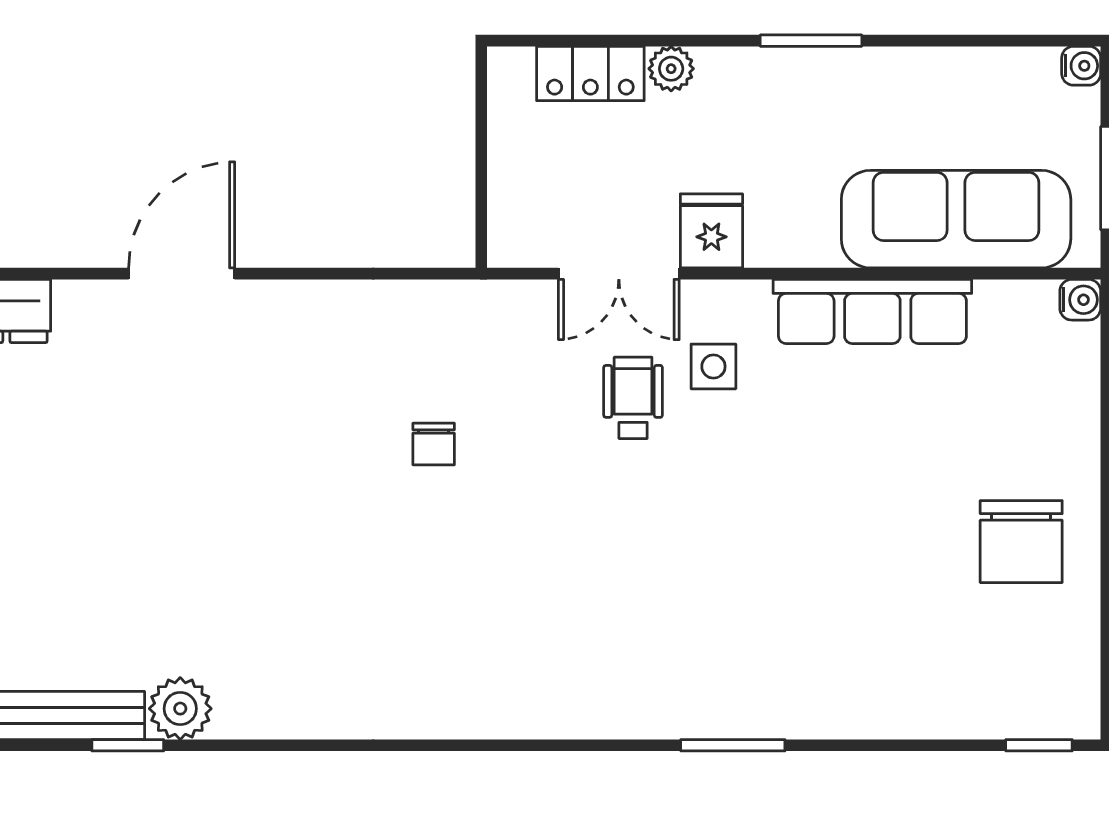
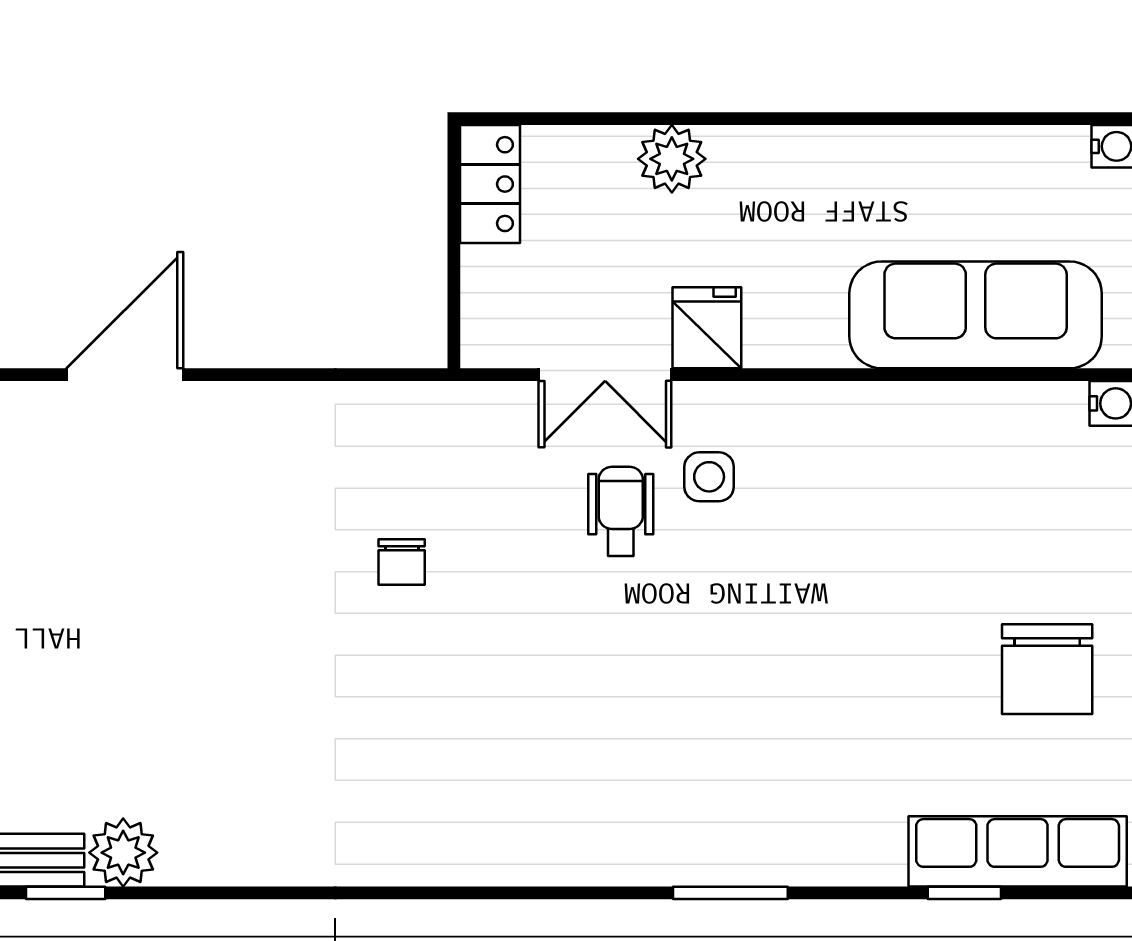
window: (811, 41) -> (816, 119), removed
plant: (671, 69) -> (672, 159), width x1.38, depth x1.38
locker: (590, 73) -> (490, 184), moved, turned -90
row of seats: (872, 311) -> (1018, 851), moved, turned 180
window: (1039, 745) -> (964, 893), moved

